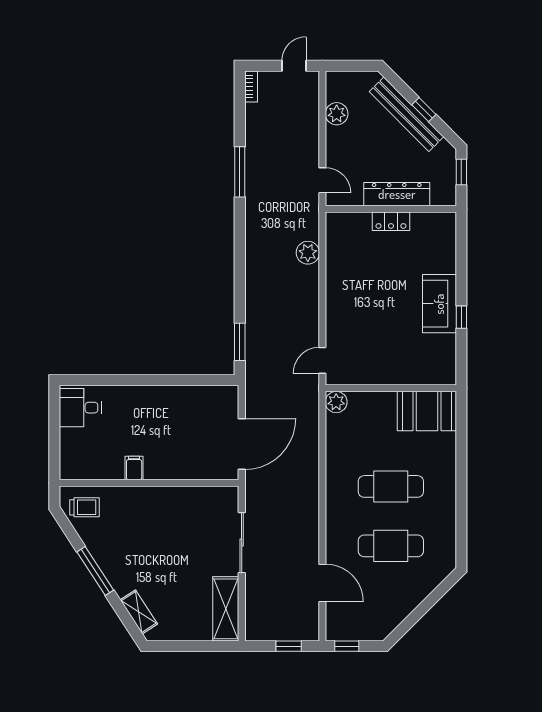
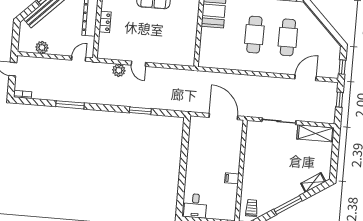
window: (240, 342) -> (140, 111), moved
door: (322, 360) -> (138, 64), moved
plant: (336, 402) -> (204, 61), removed

